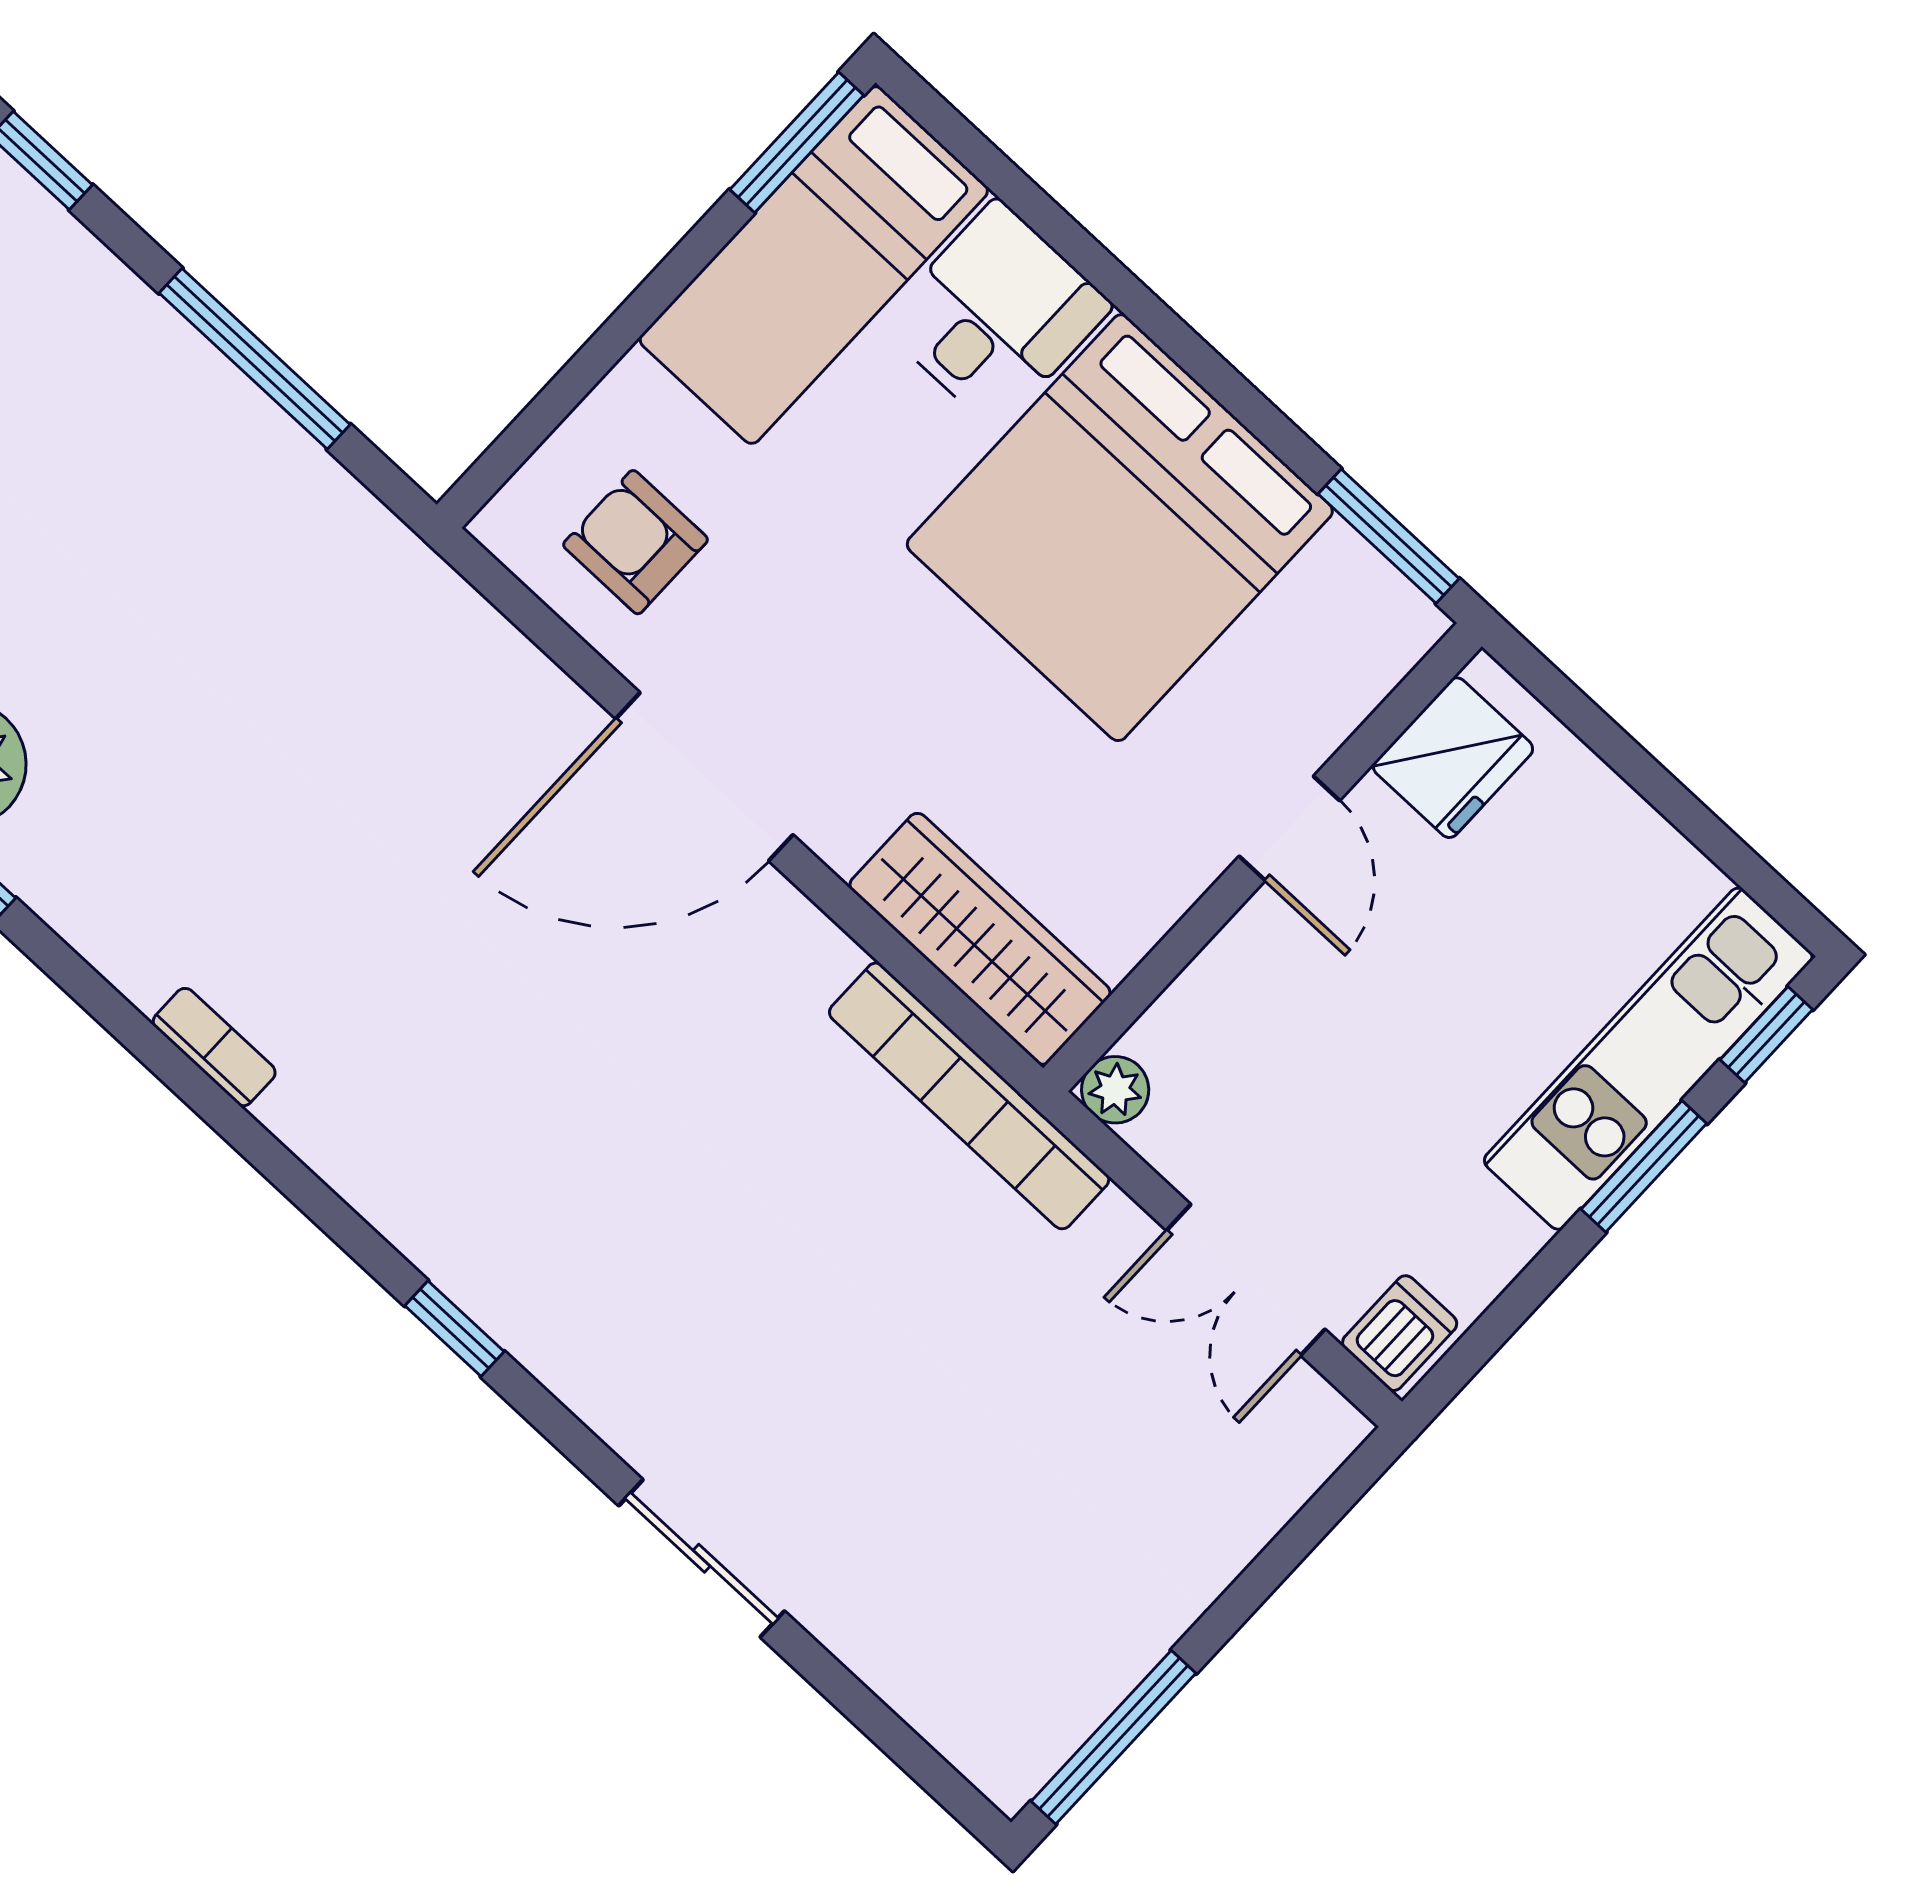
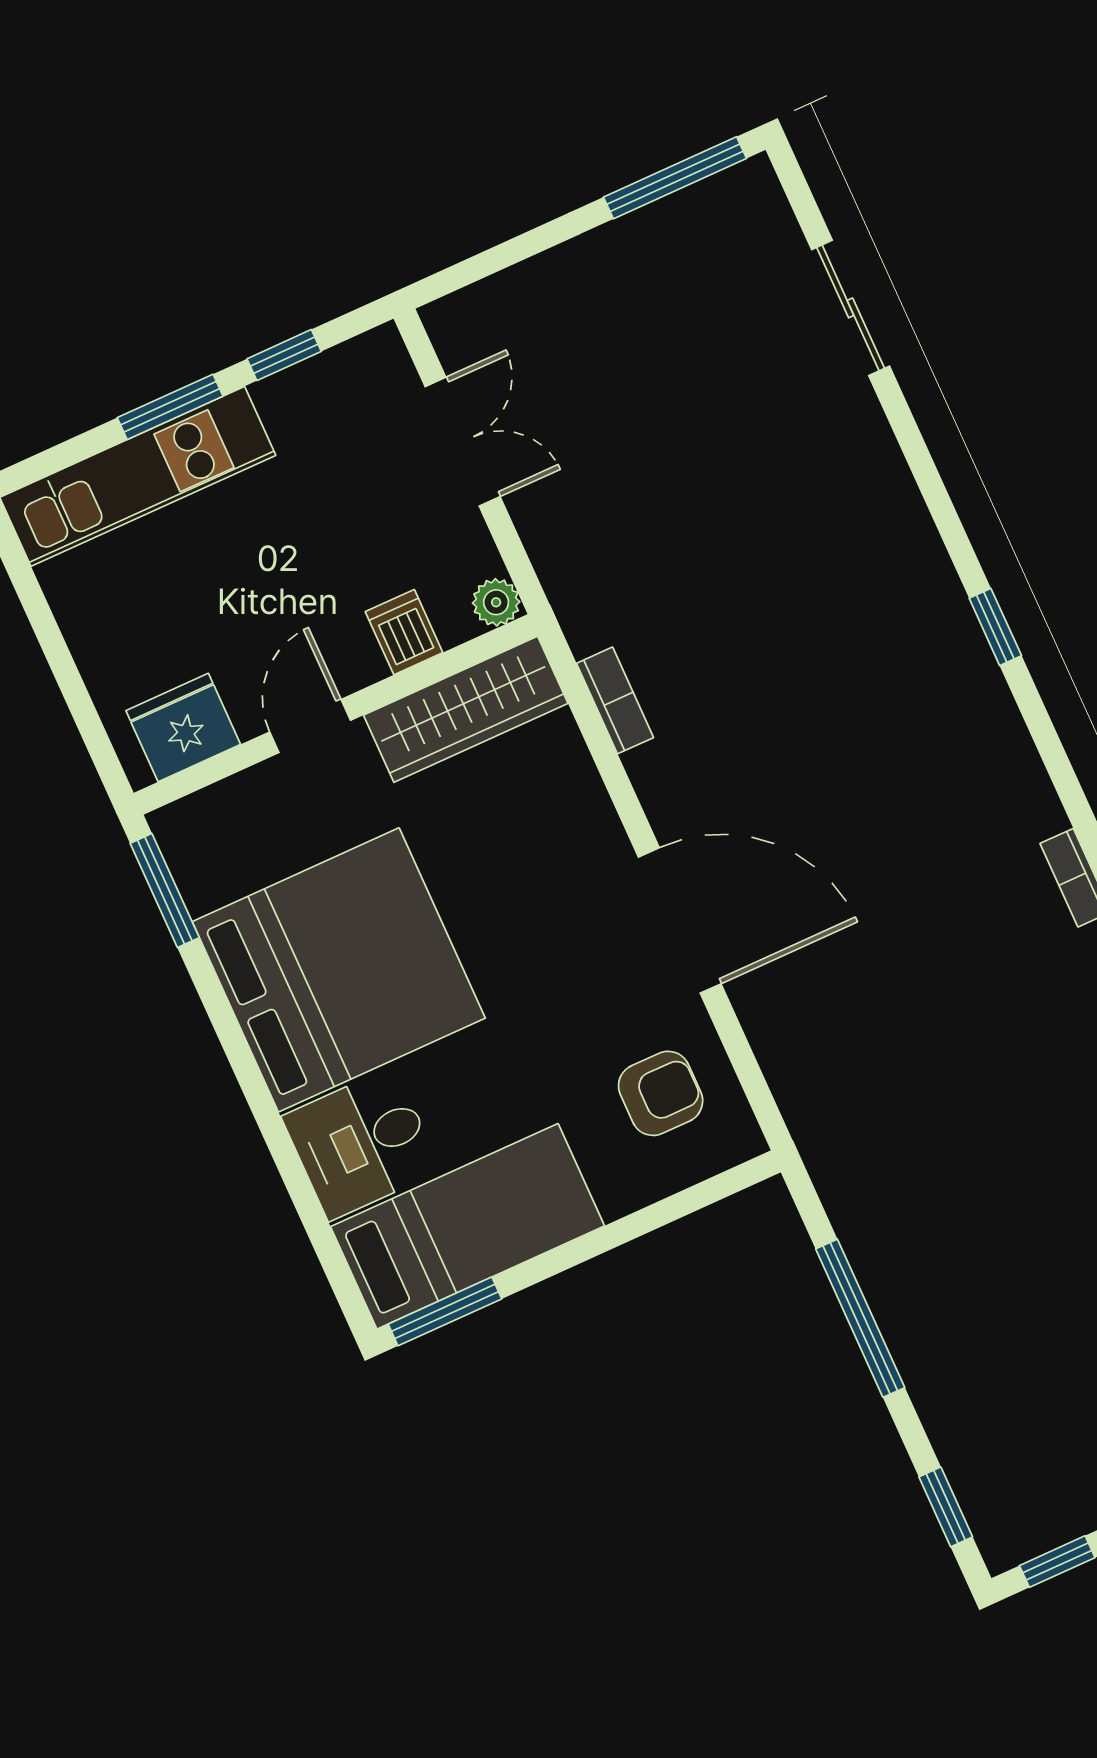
armchair: (635, 542) -> (661, 1093), turned -90
wardrobe: (980, 939) -> (466, 709), moved, turned -90
window: (1766, 1035) -> (284, 355), moved
bookcase: (969, 1096) -> (615, 700), width x0.43, depth x0.76
dishwasher: (1400, 1333) -> (404, 632), moved, turned 90
sliding door: (702, 1558) -> (851, 308), moved

